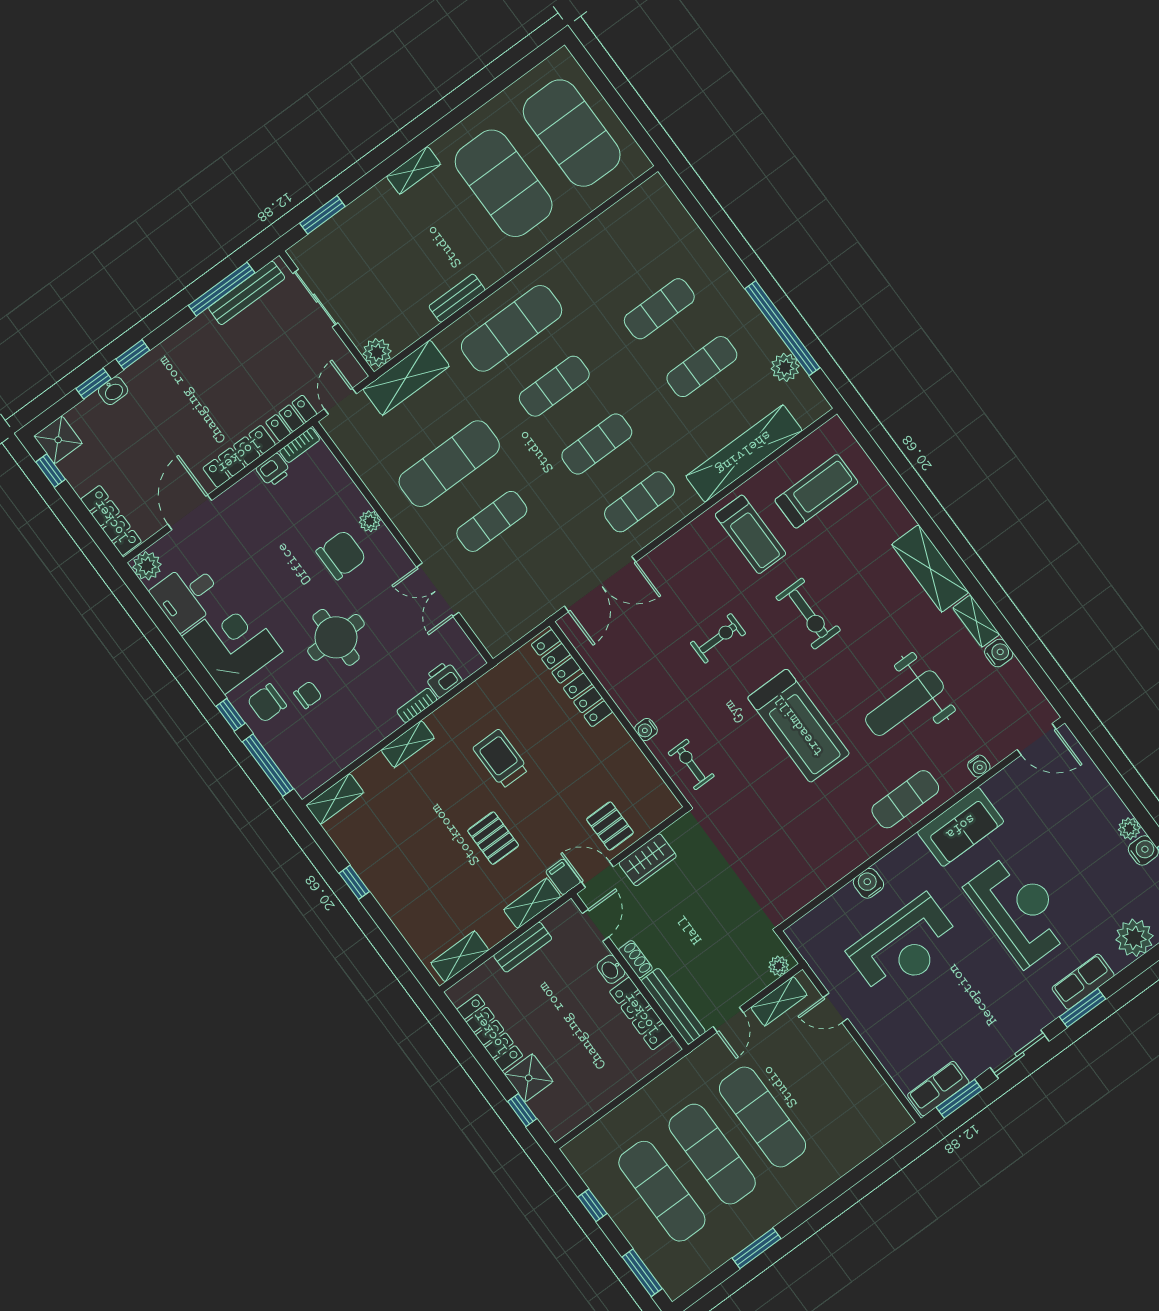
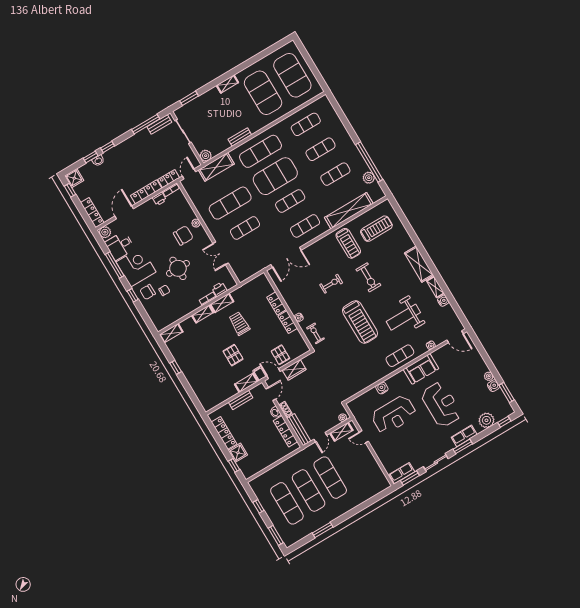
exercise mat: (617, 251) -> (306, 124), added
bench: (247, 293) -> (159, 124), width x0.73
exercise mat: (554, 386) -> (275, 176), width x2.00, depth x1.45
locker: (556, 656) -> (288, 322), moved
window: (268, 765) -> (115, 265), moved
shelving: (460, 956) -> (222, 303), moved

